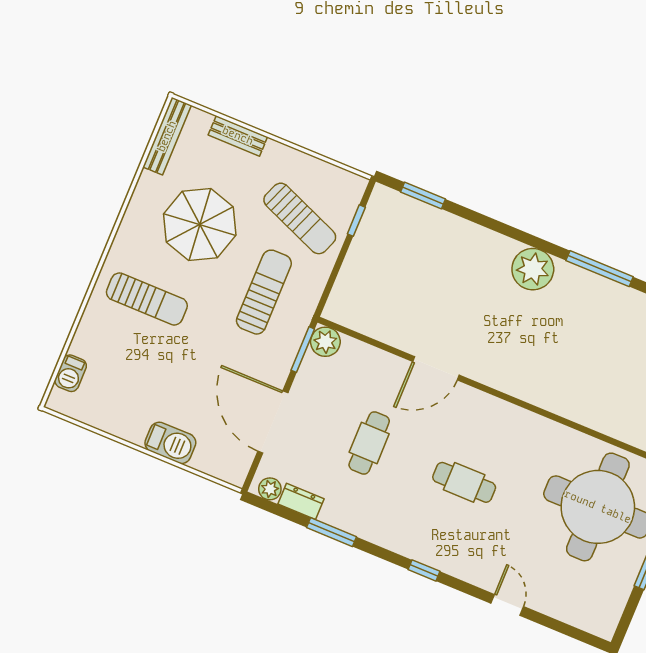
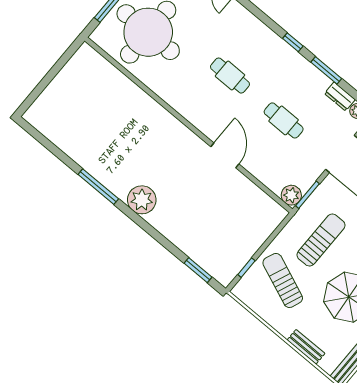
sun lounger: (264, 292) -> (321, 240), turned 180
door: (436, 368) -> (225, 155), hinge flipped
cafe table: (369, 443) -> (284, 120), turned 90
window: (424, 570) -> (293, 42), moved

